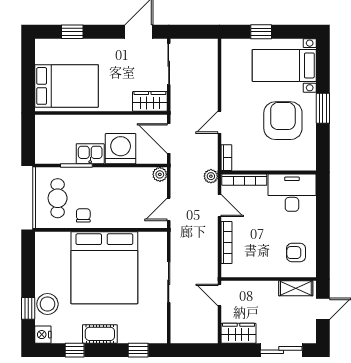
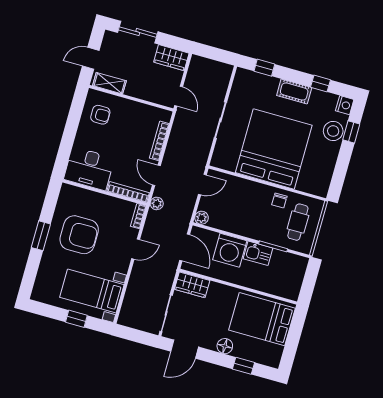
floor lamp: (98, 47) -> (225, 346), added
bed with nightstands: (284, 65) -> (92, 291), moved, turned 180
armchair: (283, 121) -> (79, 235), turned -90

